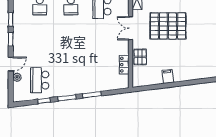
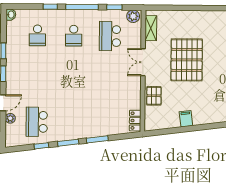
pallet: (168, 26) -> (187, 60), turned 90
locker: (124, 65) -> (135, 121), moved

